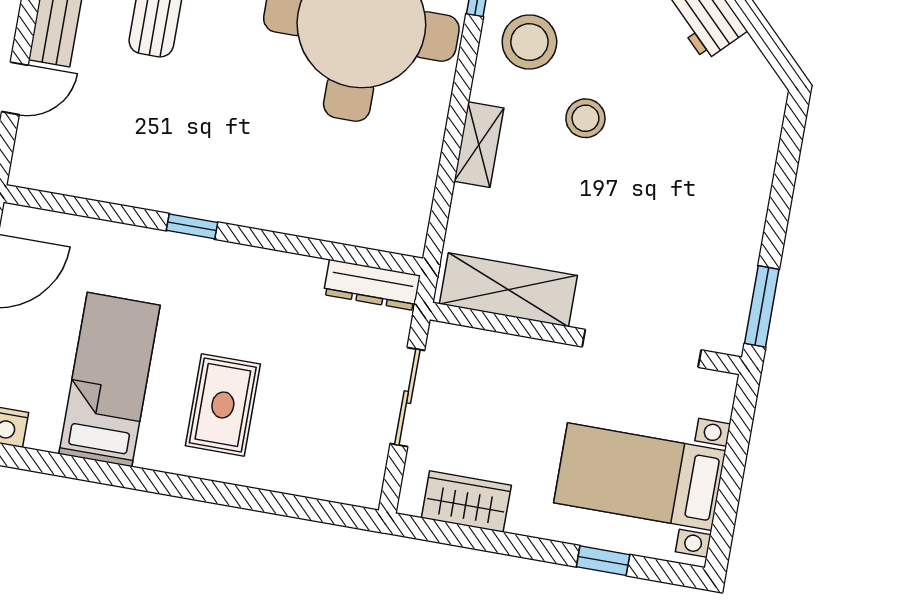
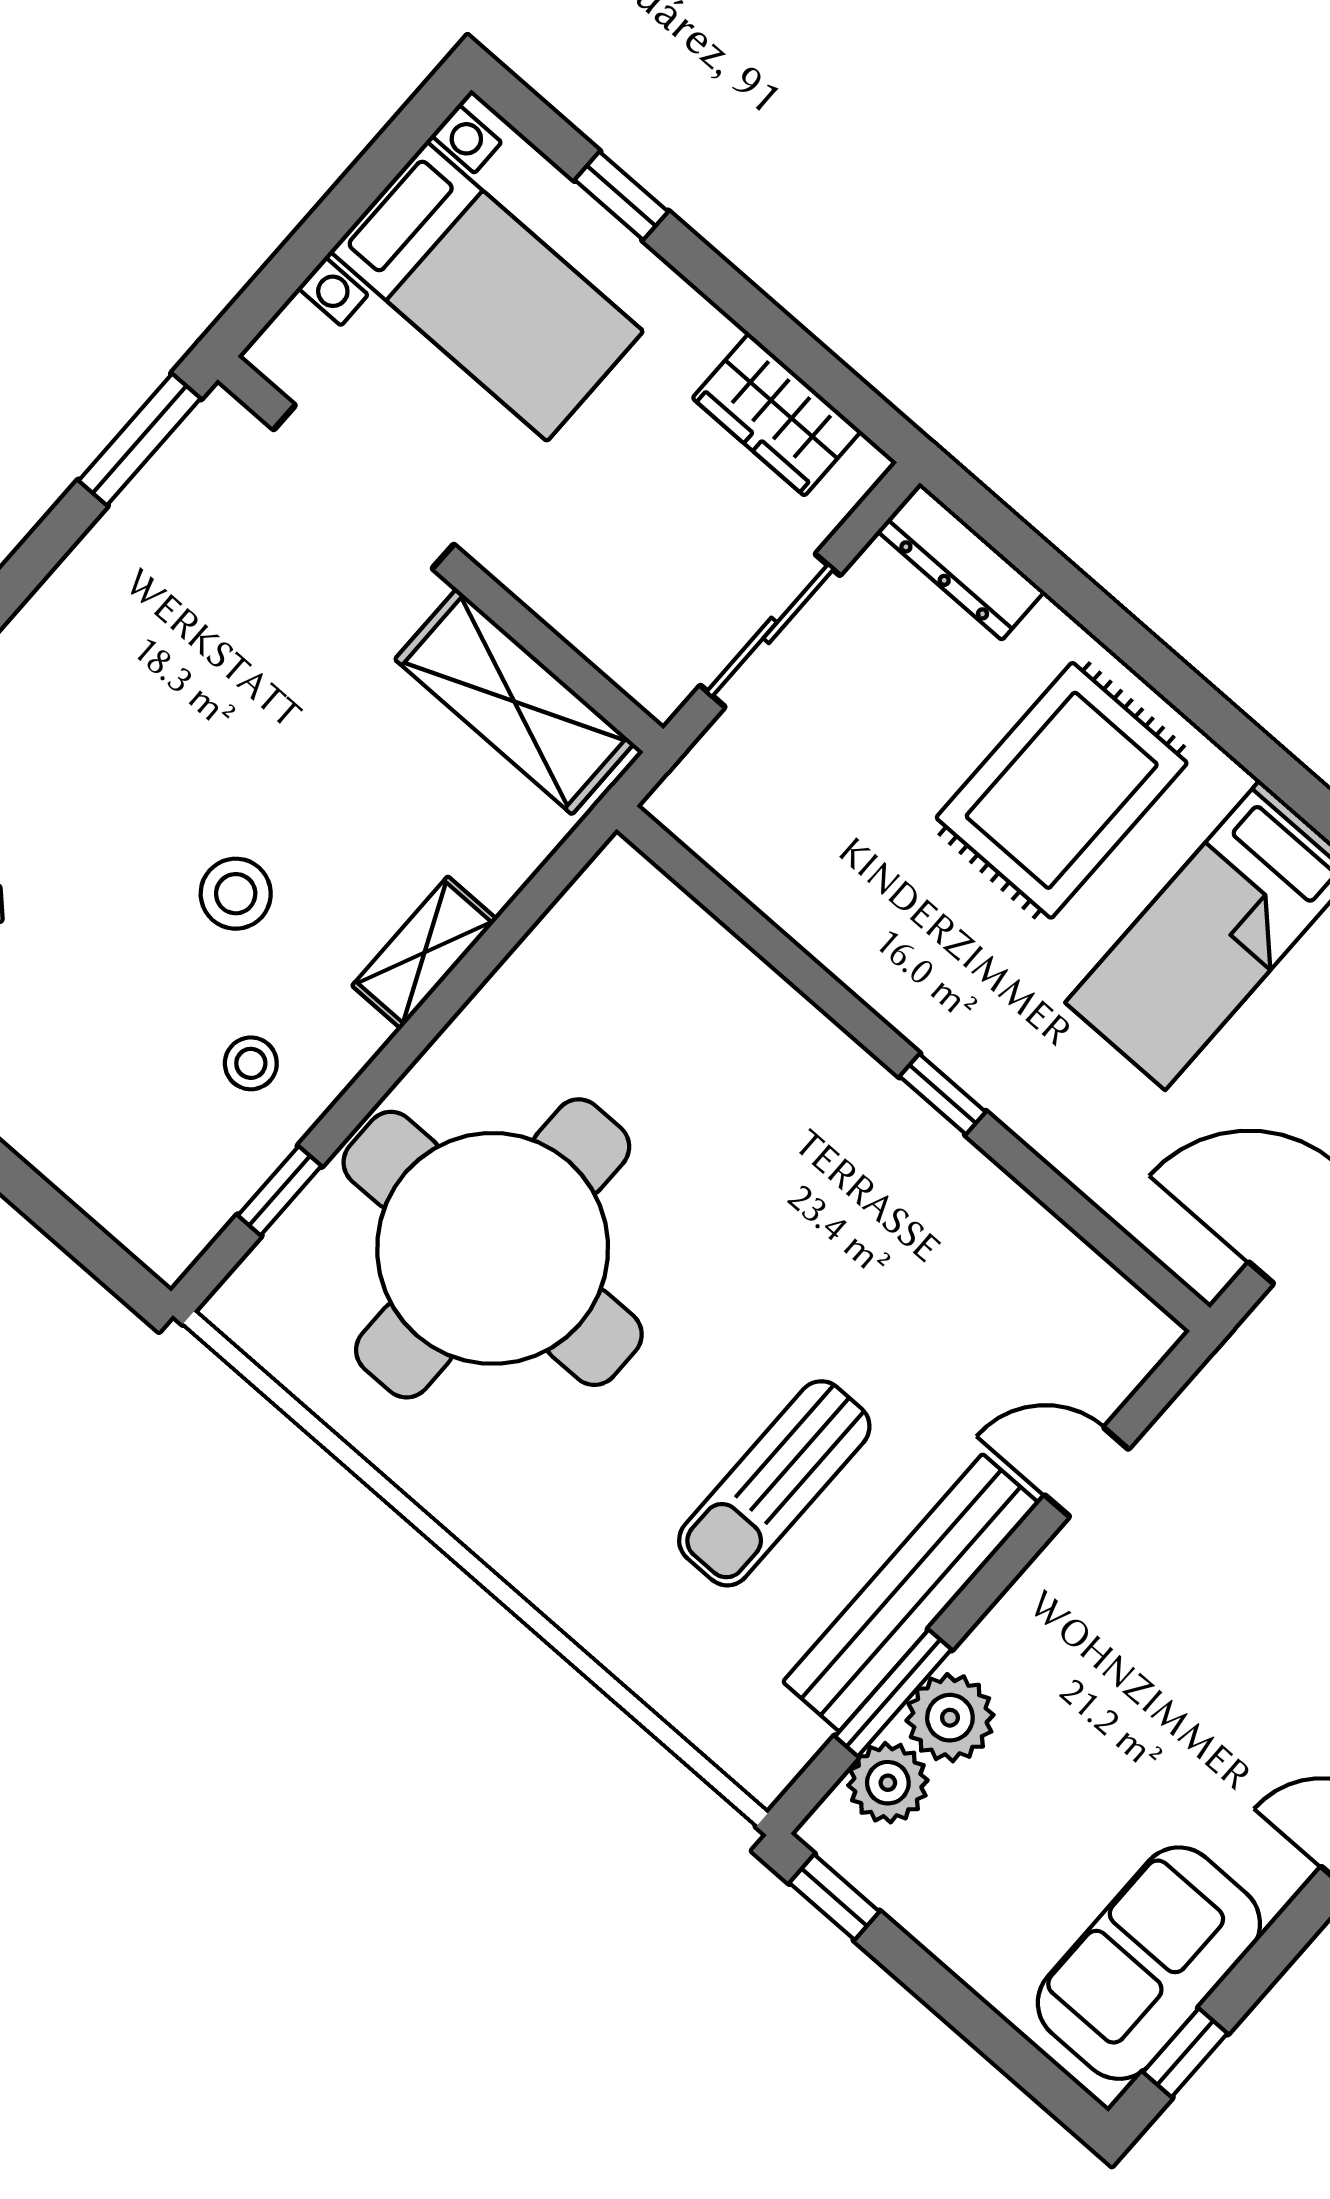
stool: (529, 42) -> (251, 1063), width x0.53, depth x0.53
dresser: (372, 285) -> (961, 561), moved, turned 180
rug: (223, 405) -> (1062, 790), width x1.36, depth x1.43

